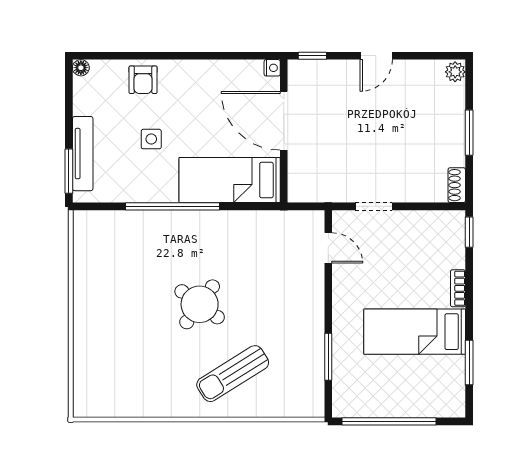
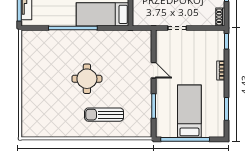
door: (328, 248) -> (154, 70), moved
round table: (200, 304) -> (87, 79), turned -36
bed: (415, 332) -> (189, 111), moved, turned 90
sun lounger: (233, 374) -> (104, 115), turned 32

